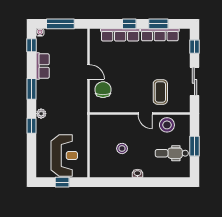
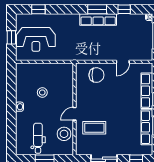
window: (32, 45) -> (124, 9), moved
row of seats: (43, 66) -> (98, 19), moved, width x1.48
door: (89, 72) -> (123, 62), moved
plant: (41, 114) -> (74, 18), removed
window: (32, 126) -> (38, 9), moved

